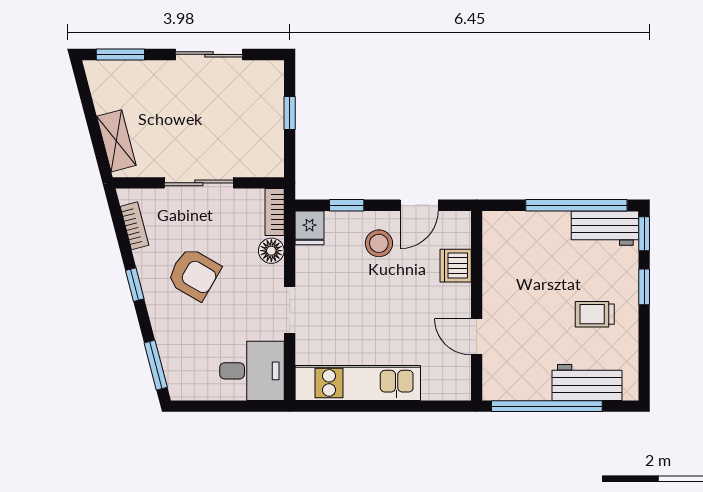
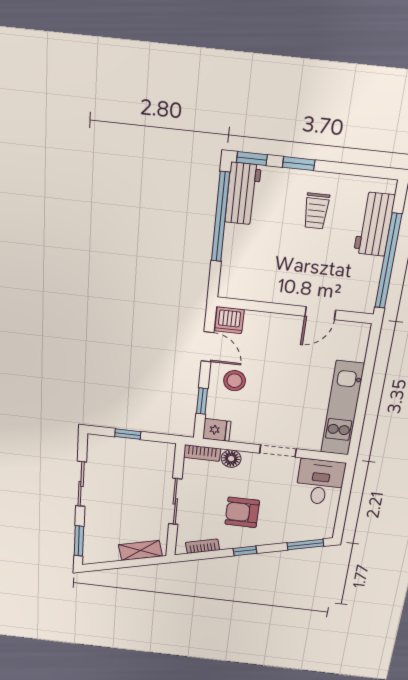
dishwasher: (456, 266) -> (229, 320), moved
armchair: (194, 274) -> (242, 512), turned -120

